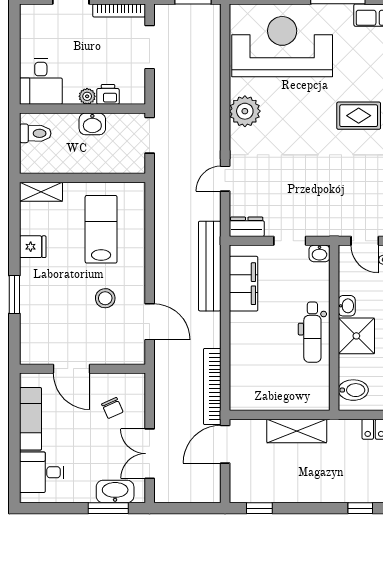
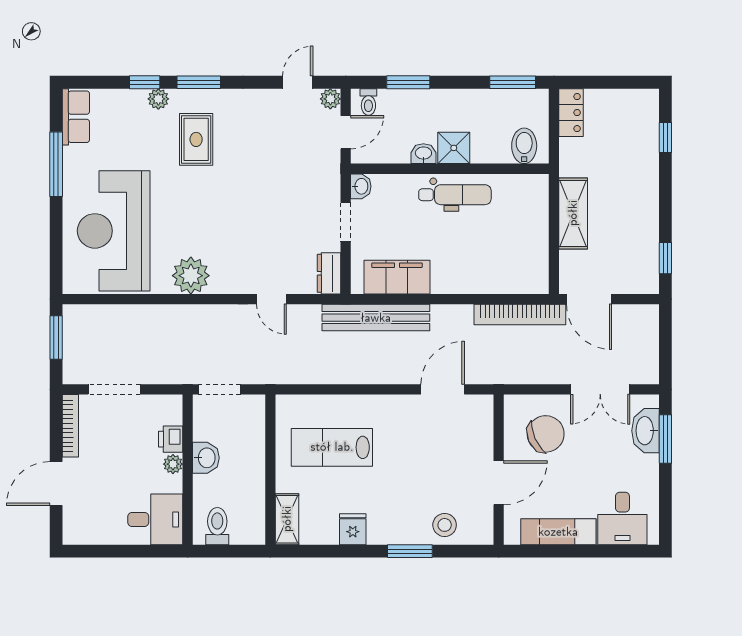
stool: (105, 298) -> (445, 525), moved
shower: (356, 336) -> (454, 148), width x0.73, depth x0.73
chair: (112, 408) -> (546, 434), width x1.87, depth x1.87

